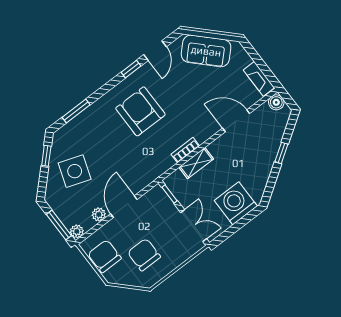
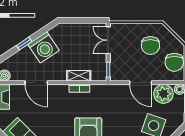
washing machine: (236, 203) -> (44, 47), moved, turned -34
door: (124, 207) -> (141, 83), hinge flipped
plant: (99, 214) -> (163, 94), width x1.87, depth x1.87

